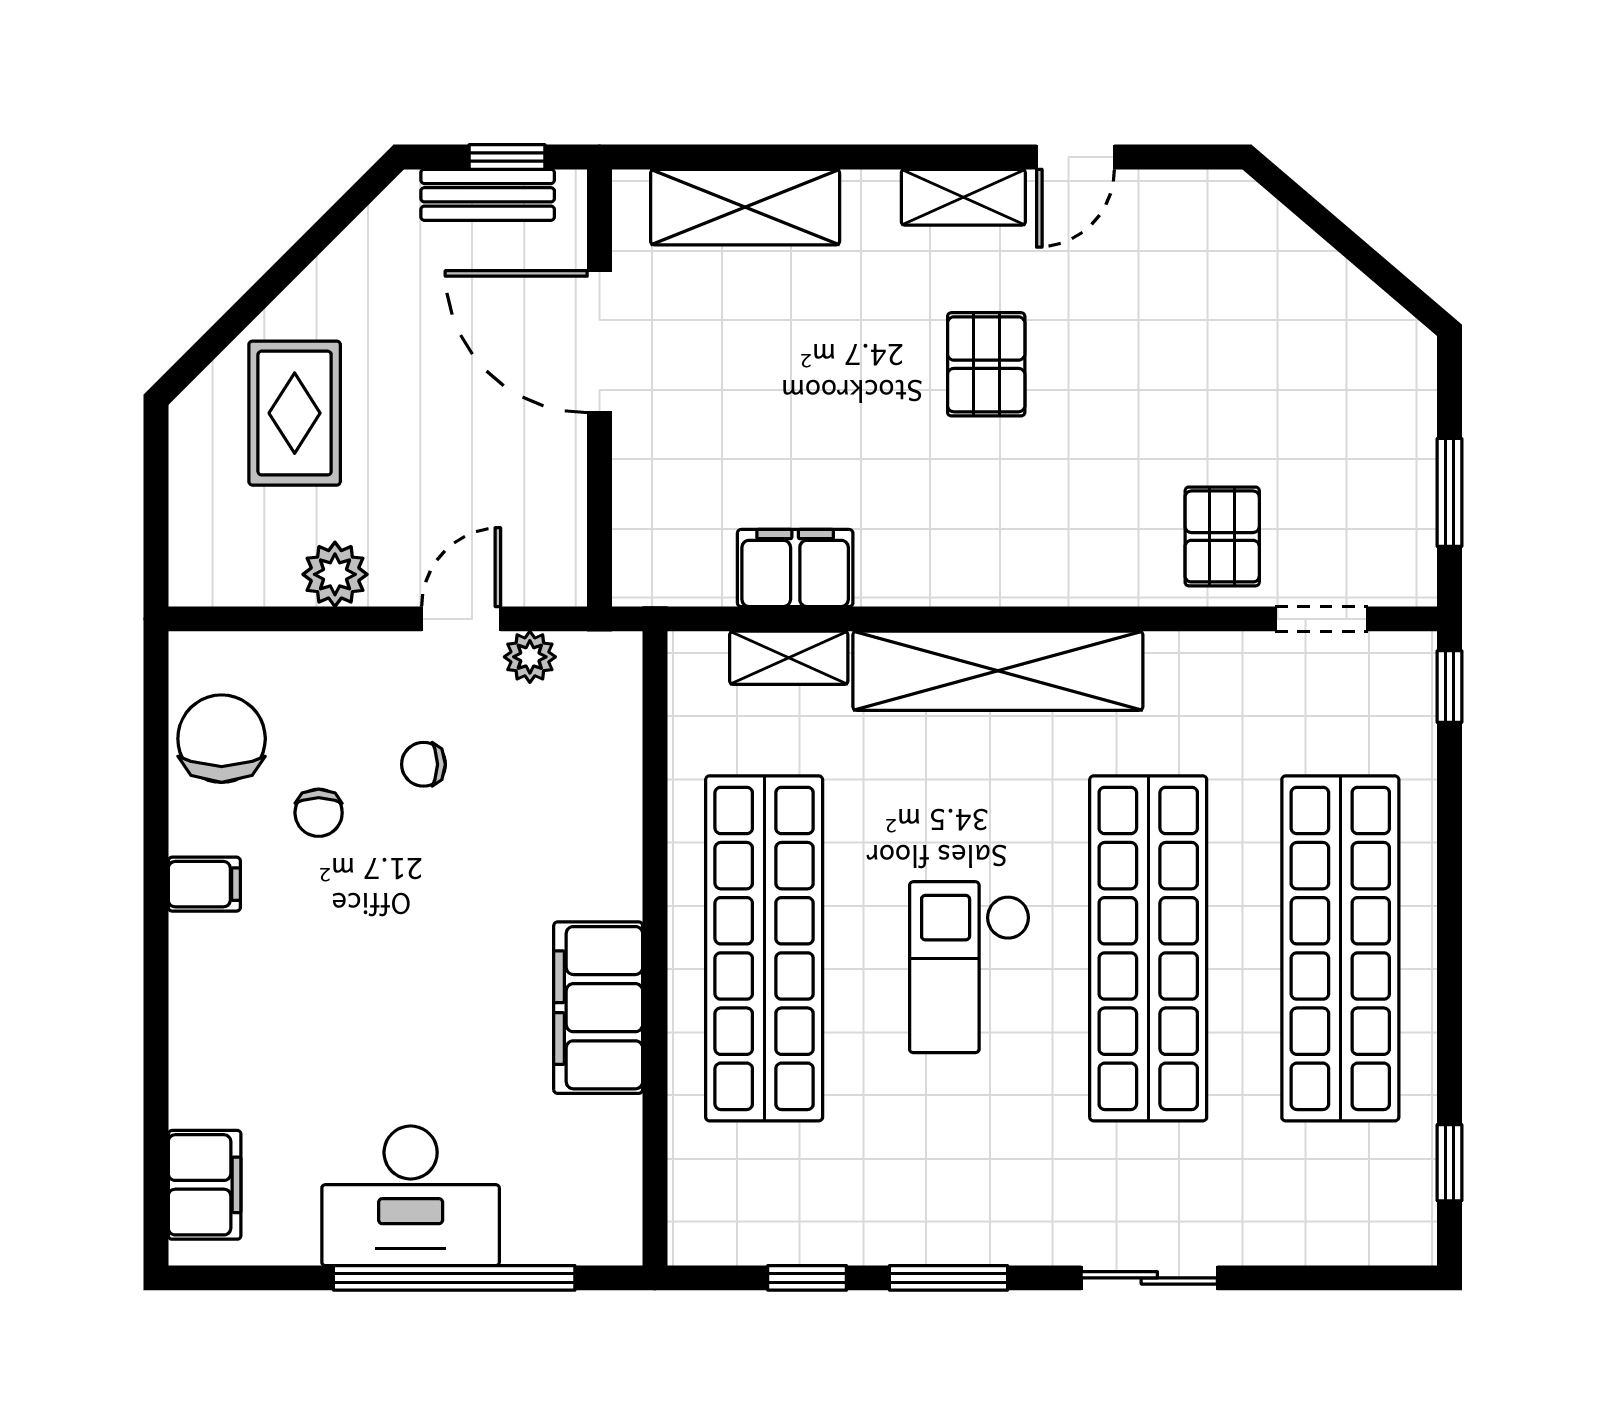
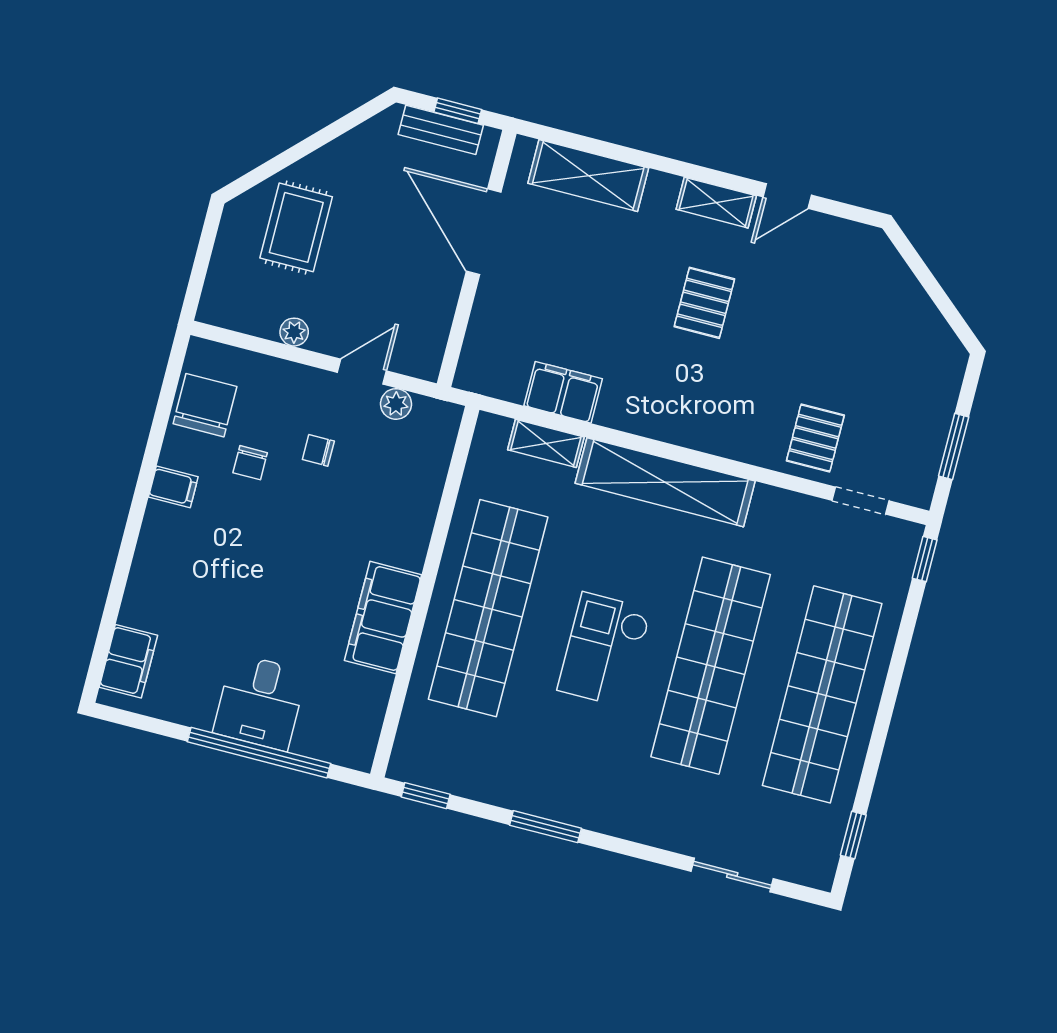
plant: (335, 574) -> (294, 332), width x0.73, depth x0.73
desk: (411, 1196) -> (260, 702), width x0.73
window: (807, 1278) -> (426, 796), moved
sliding door: (1149, 1278) -> (732, 875), moved

